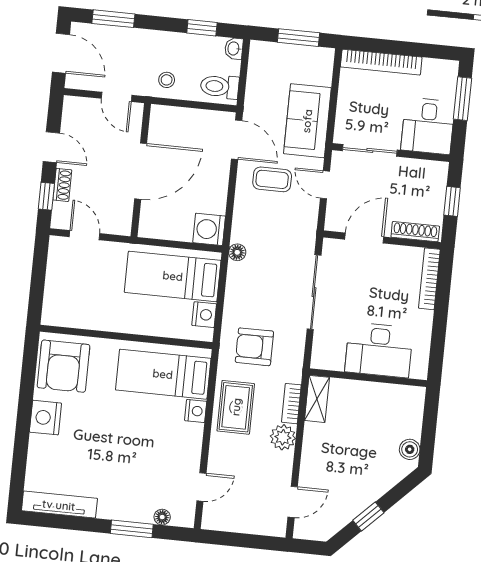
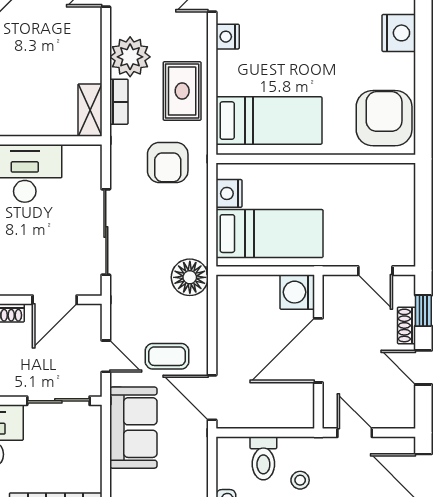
stool: (167, 80) -> (300, 480), moved
toilet: (220, 87) -> (263, 458), moved, turned 90
washing machine: (209, 229) -> (297, 292), moved, turned 180
floor lamp: (237, 252) -> (190, 277), width x1.89, depth x1.89
armchair: (254, 347) -> (168, 162), turned 90
nightstand: (196, 411) -> (228, 37), moved
nightstand: (45, 418) -> (399, 33), moved
plant: (283, 437) -> (130, 57), width x1.36, depth x1.36

